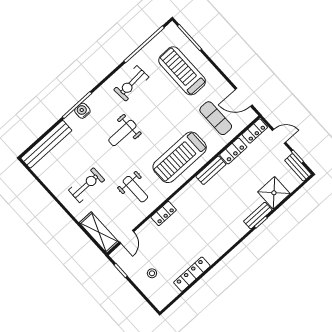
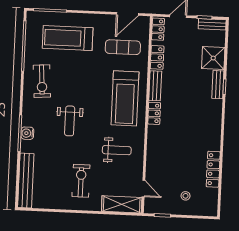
locker: (164, 214) -> (154, 113), moved

